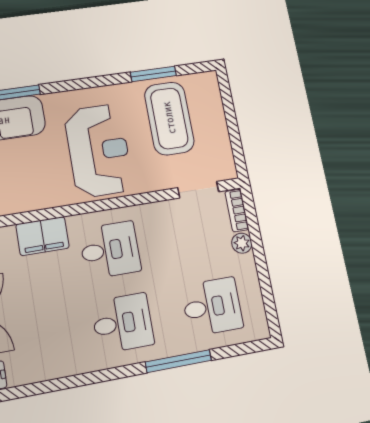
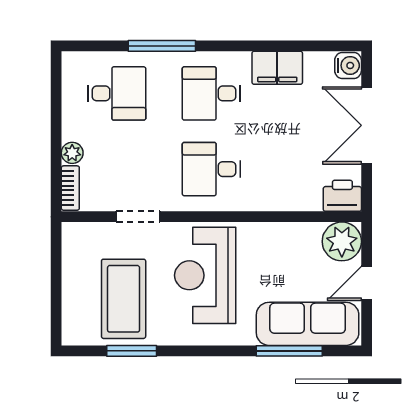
doorway: (198, 190) -> (138, 217), moved
filing cabinet: (43, 236) -> (277, 68), moved, turned 180
desk: (212, 307) -> (117, 93), turned 180

